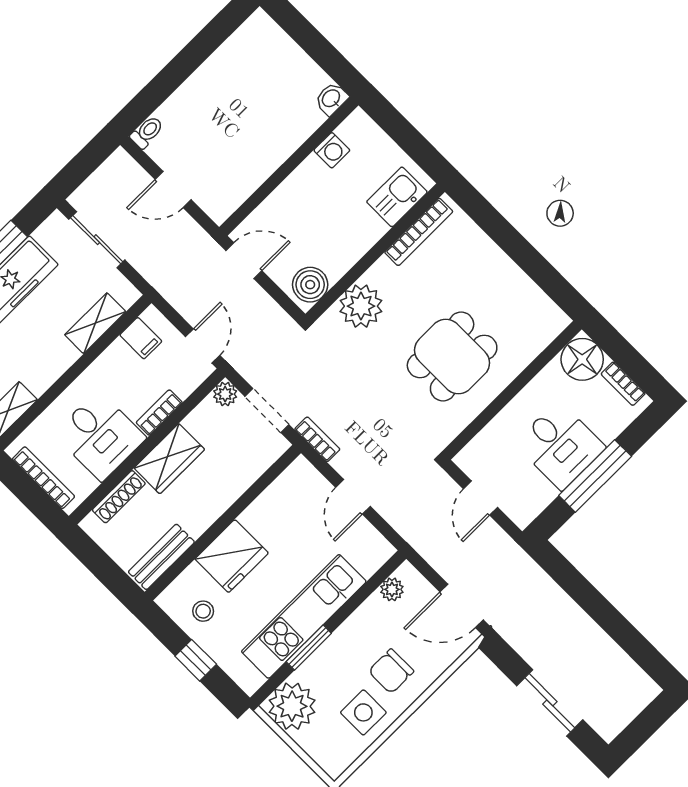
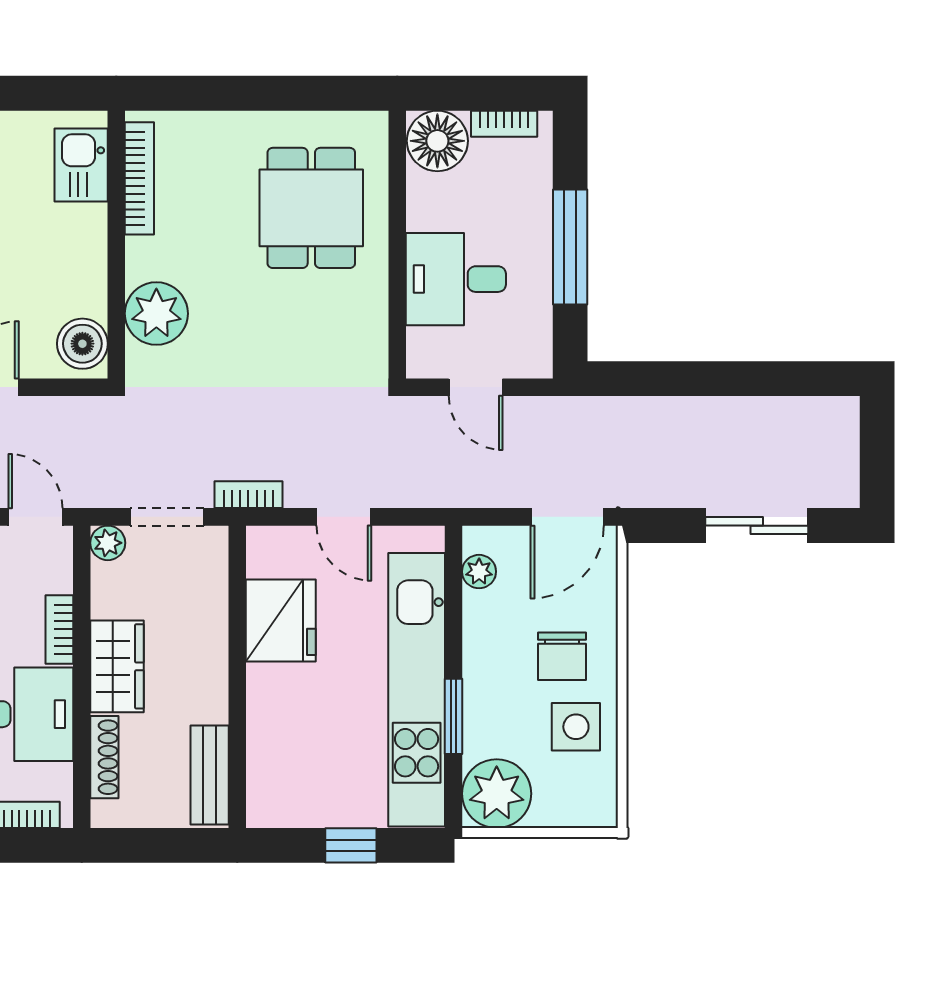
dining table: (452, 356) -> (311, 208), moved
desk: (560, 445) -> (456, 279), moved, turned 180
fridge: (232, 556) -> (281, 621), moved
stool: (203, 611) -> (308, 788), removed
kitchen unit: (304, 616) -> (417, 690), width x1.36

